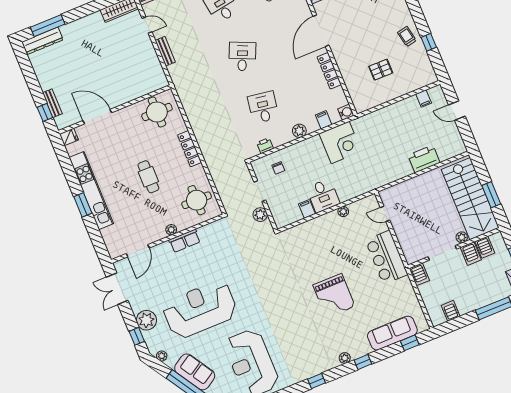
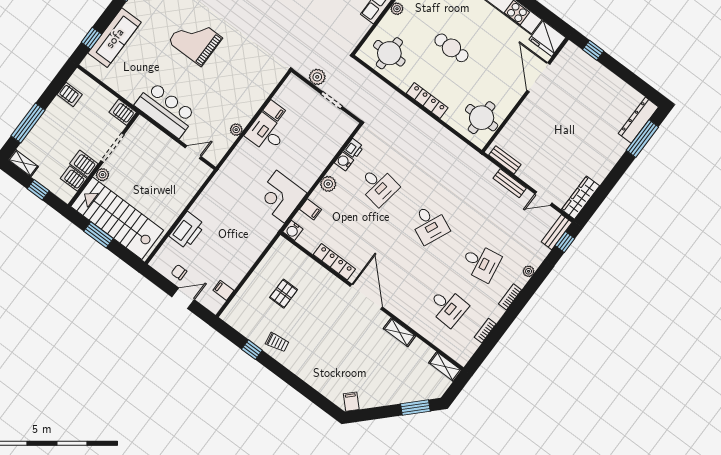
bench: (52, 103) -> (505, 160), moved
door: (97, 117) -> (538, 77), swing flipped
fridge: (69, 137) -> (547, 38), width x1.88, depth x1.34
water cooler: (278, 140) -> (344, 161), added
chair: (278, 168) -> (179, 272), moved

